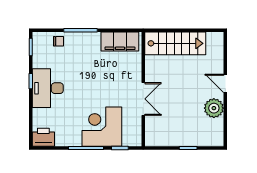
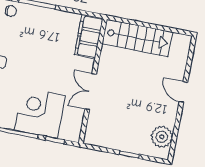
filing cabinet: (120, 42) -> (89, 37), moved, turned 90
double door: (143, 99) -> (91, 92), swing flipped
plant: (214, 108) -> (162, 137), moved

